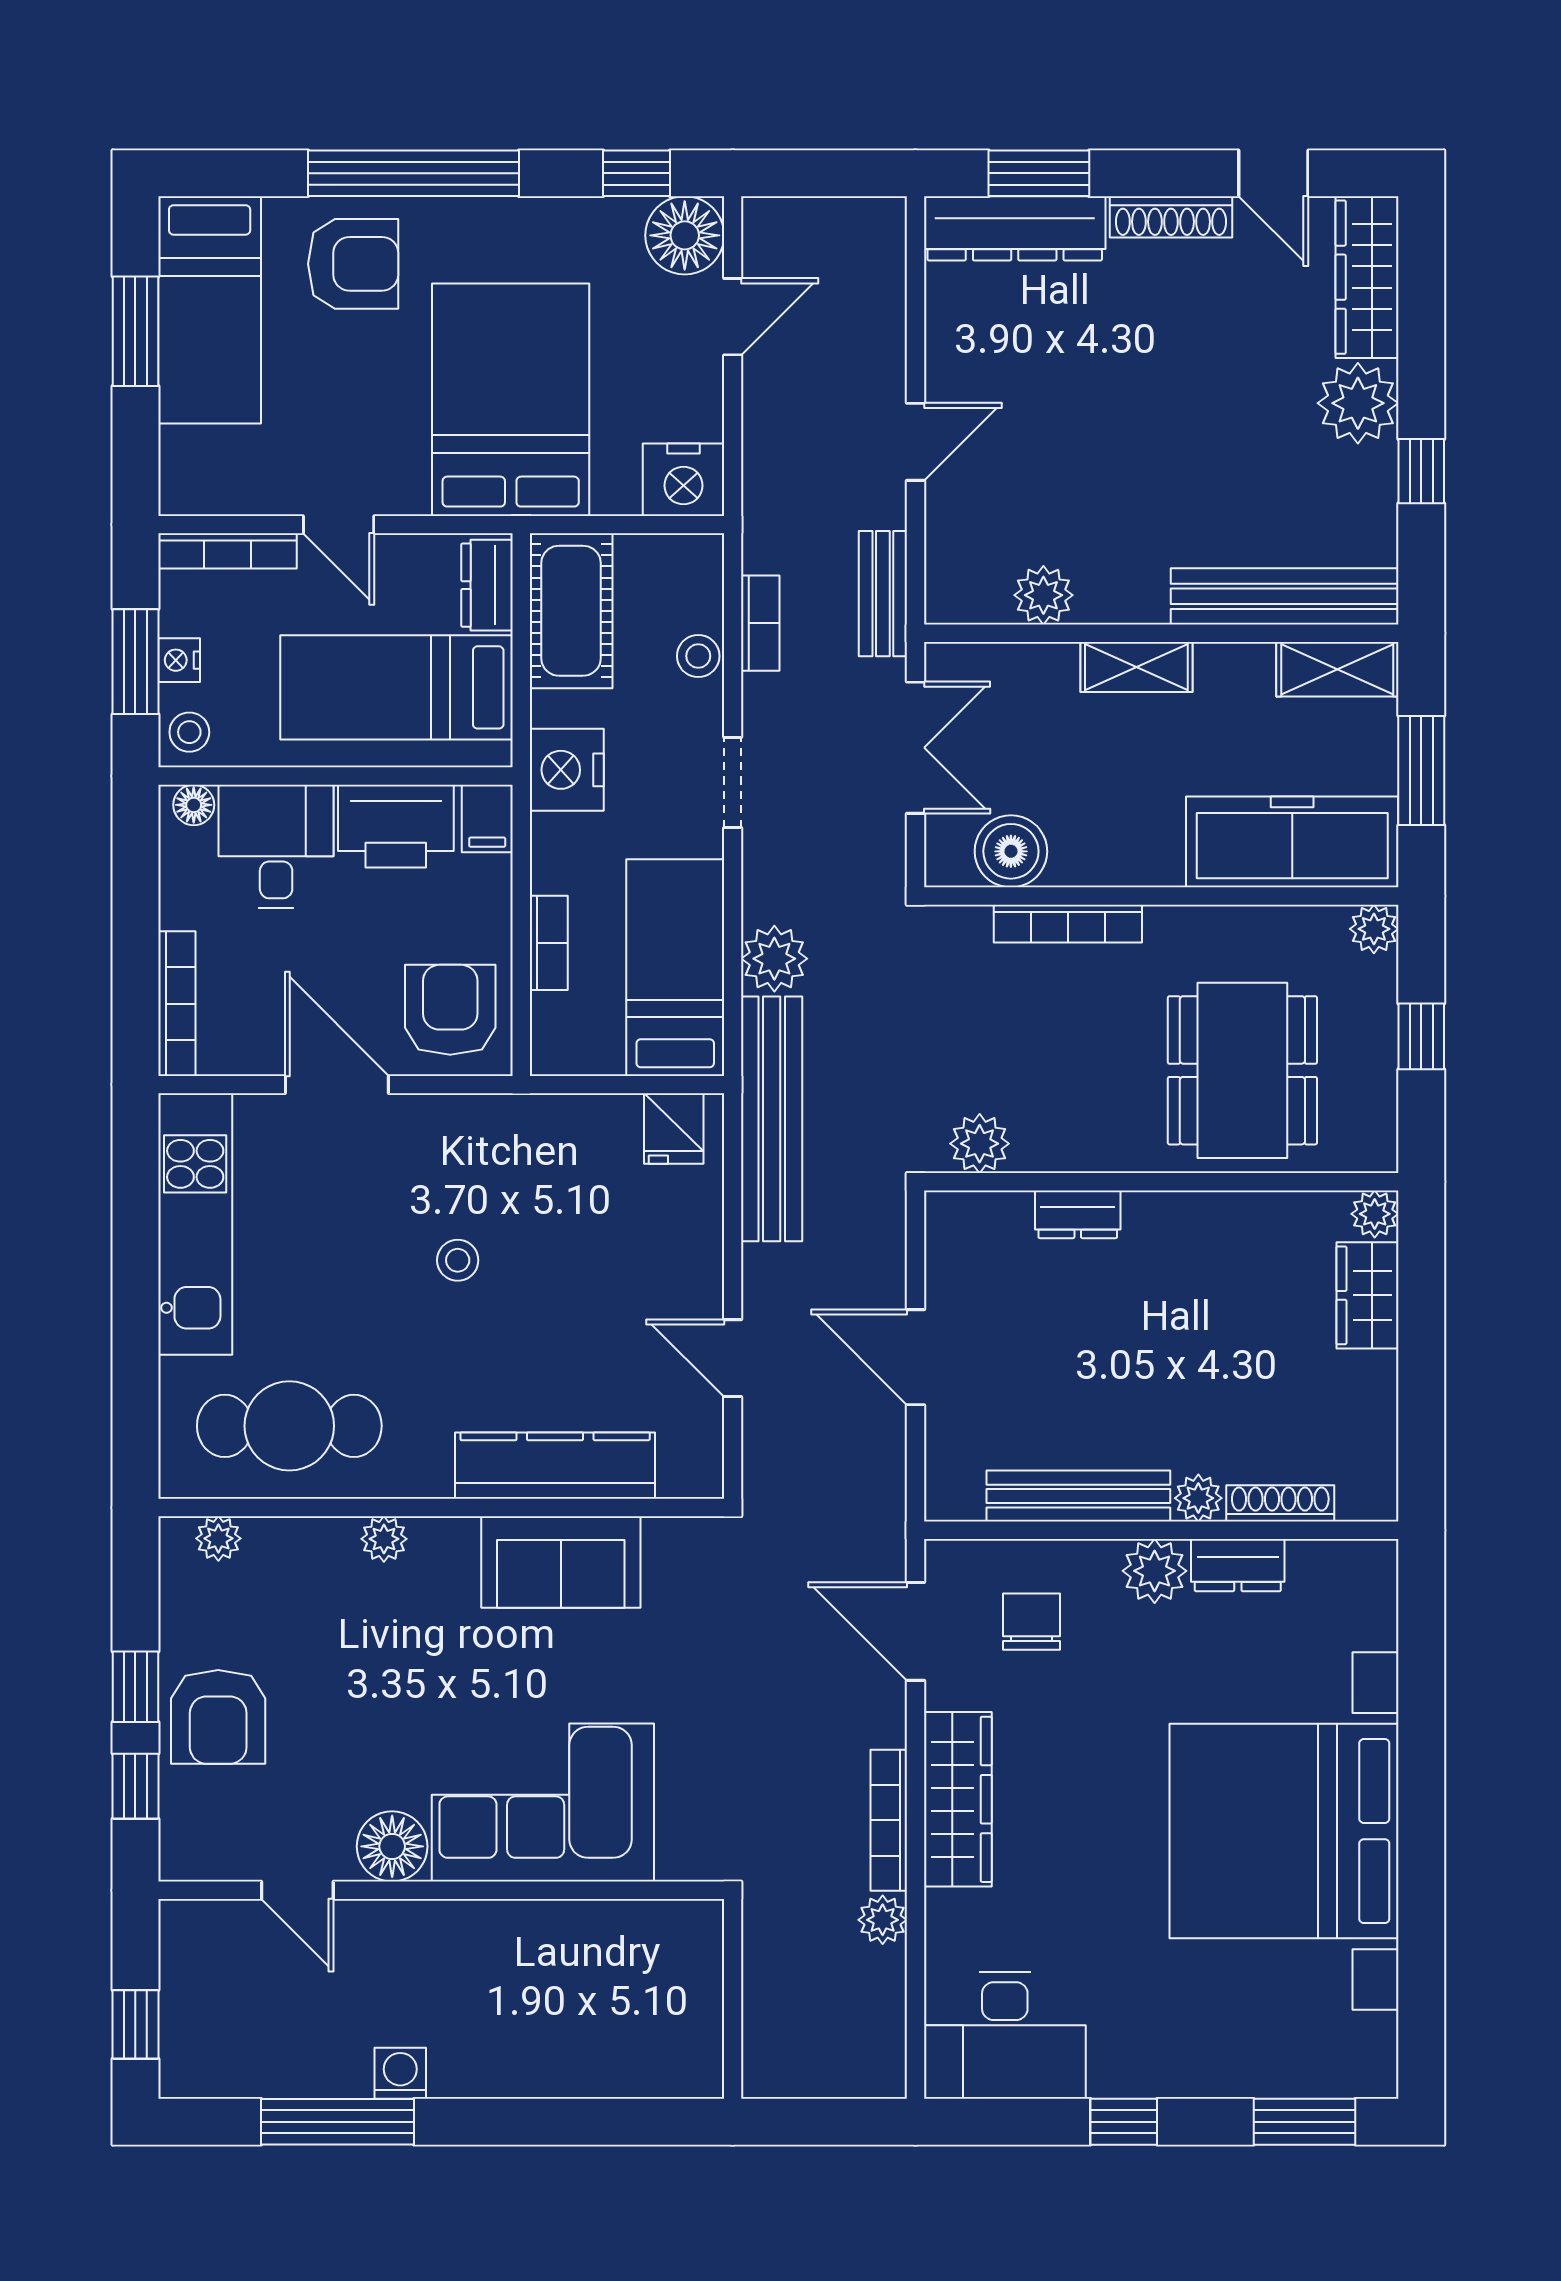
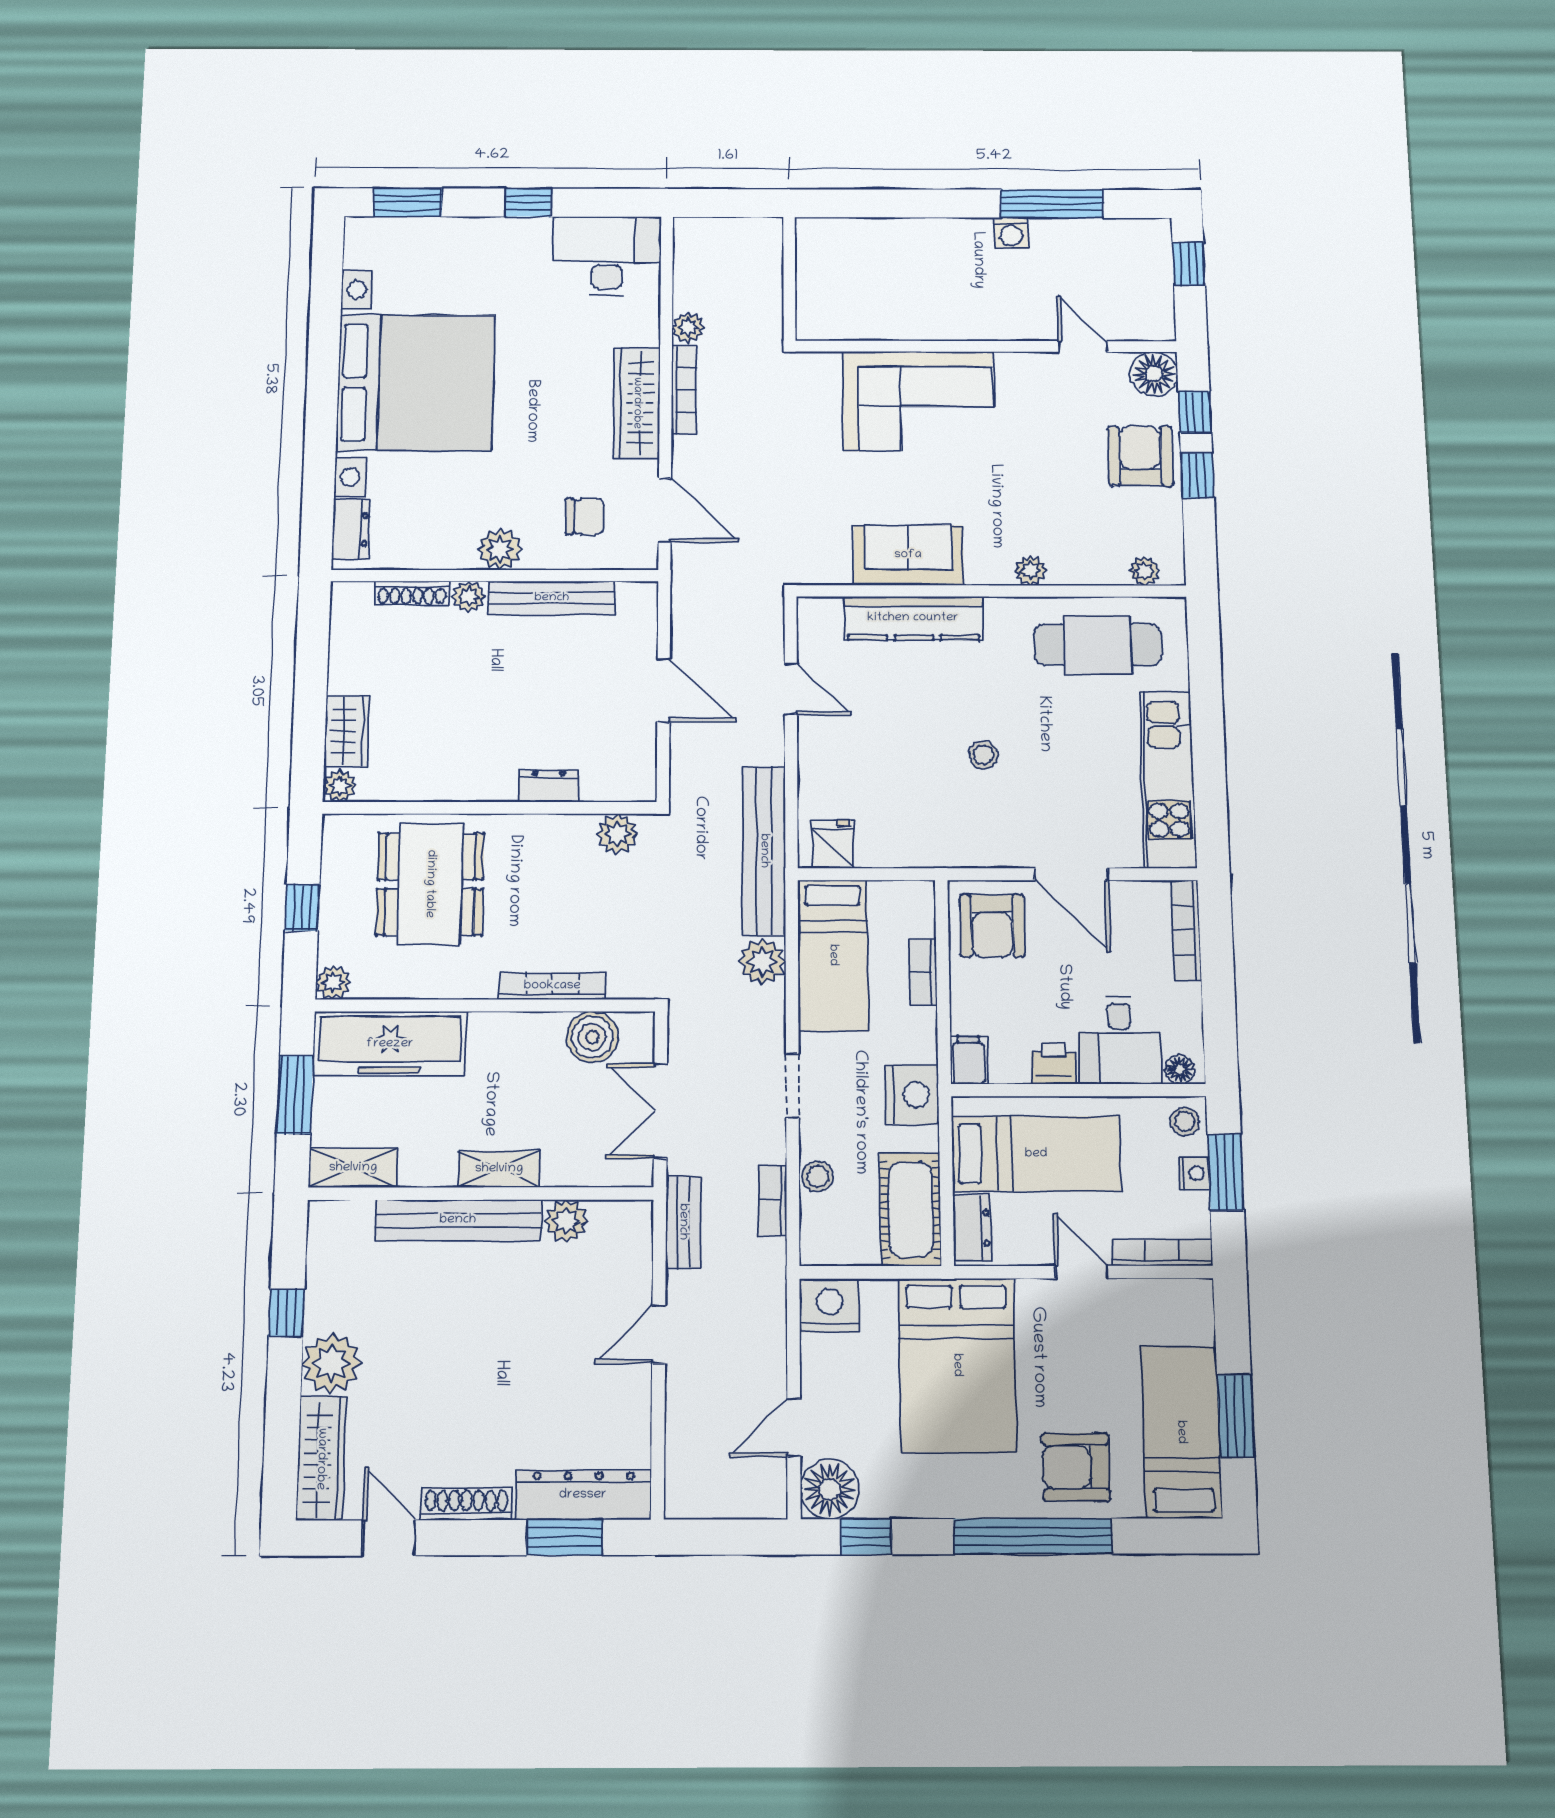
bench: (1285, 596) -> (458, 1220), moved
printer: (396, 826) -> (1054, 1064), width x0.53, depth x0.68
dresser: (1238, 1565) -> (351, 530), moved, turned 90
chair: (1032, 1622) -> (585, 516), turned -90
floor lamp: (392, 1846) -> (1154, 374), moved

